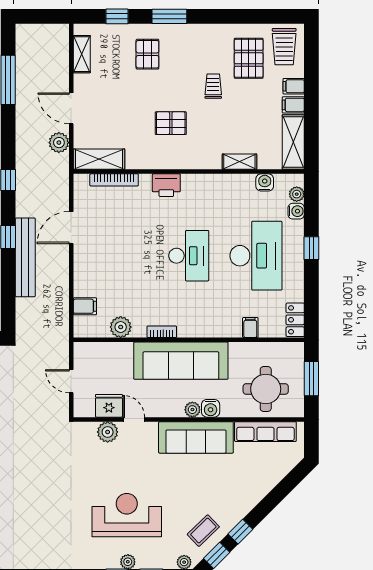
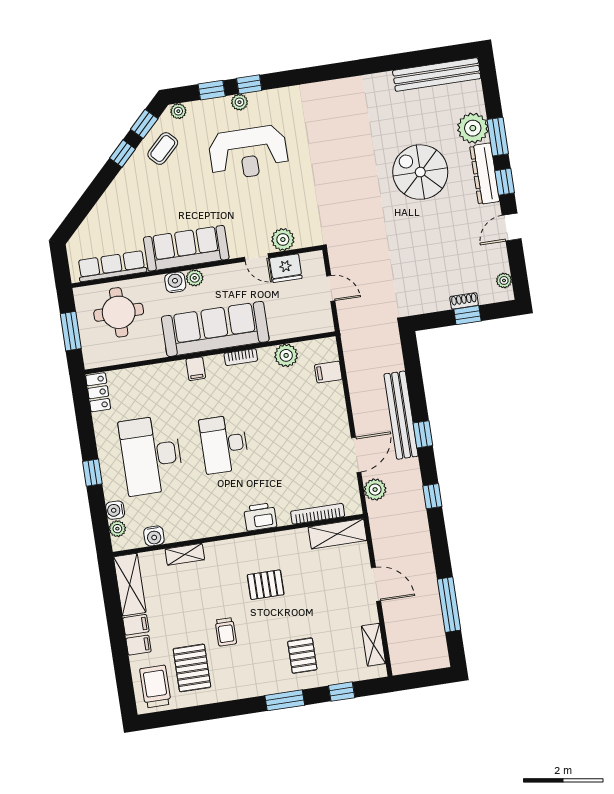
plant: (59, 143) -> (375, 490), moved
filing cabinet: (250, 328) -> (196, 369), moved

